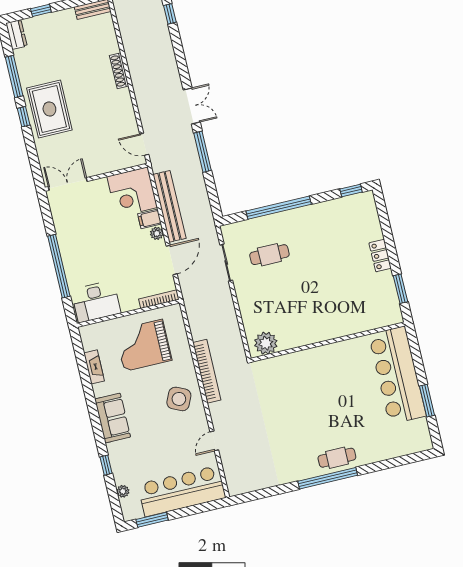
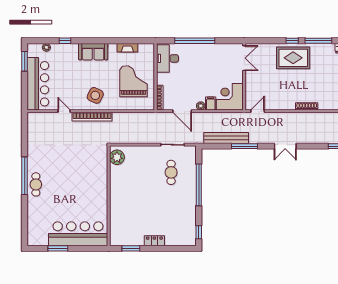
double door: (192, 106) -> (285, 146), moved
bench: (169, 206) -> (226, 138), moved
bookcase: (207, 371) -> (92, 117), moved

